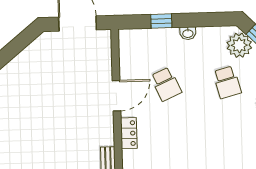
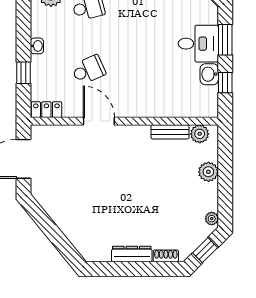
locker: (129, 133) -> (46, 110), moved

